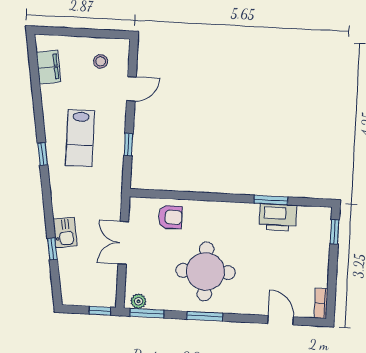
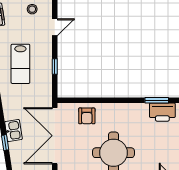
armchair: (170, 217) -> (87, 116), turned 90
double door: (123, 243) -> (55, 136), width x1.87

